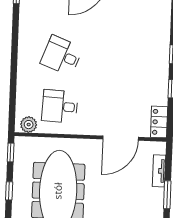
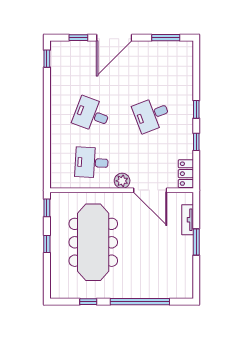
desk: (125, 58) -> (152, 115), added
plant: (29, 125) -> (122, 181), moved
door: (121, 138) -> (150, 190), hinge flipped

